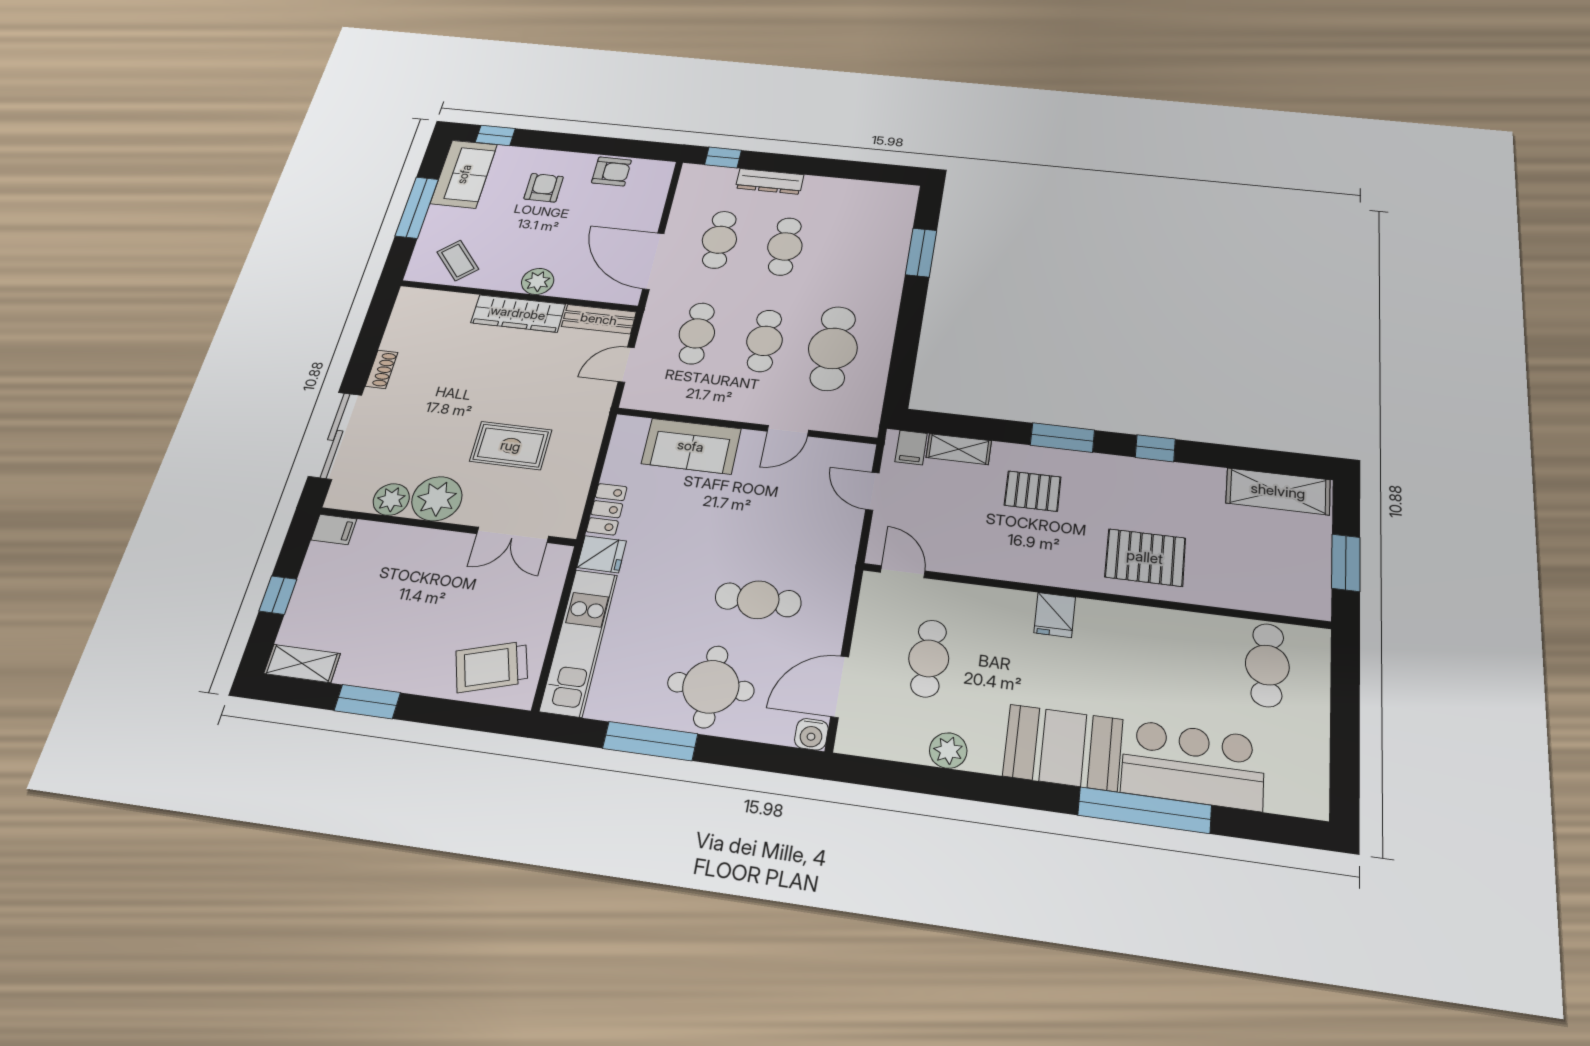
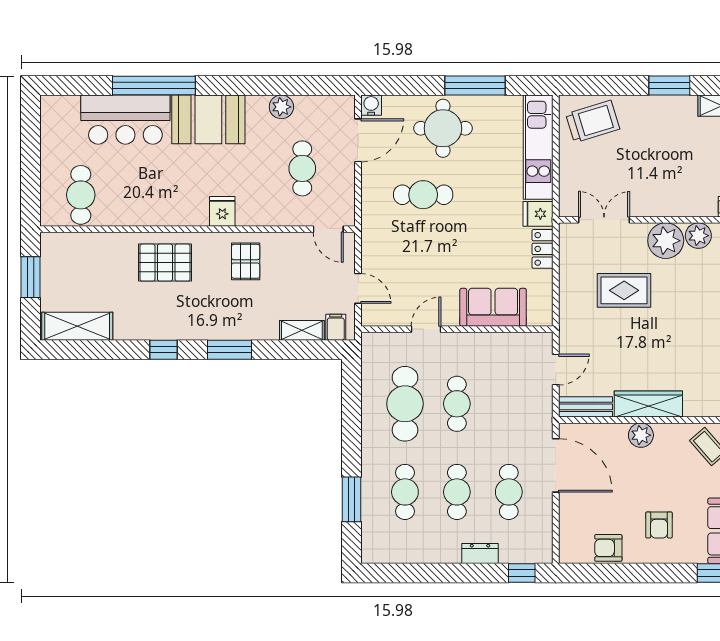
dresser: (770, 181) -> (480, 554), width x0.70
cafe table: (697, 333) -> (405, 492), moved
pallet: (1033, 491) -> (246, 261), moved, turned 90

